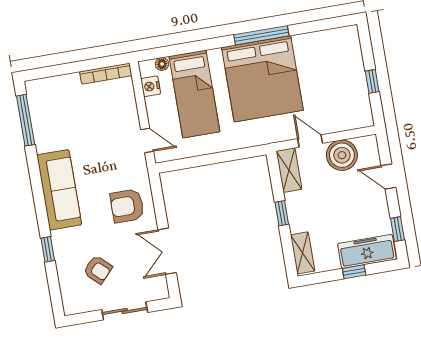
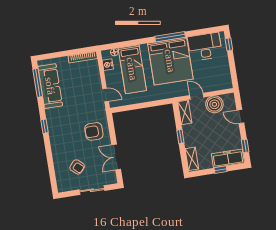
desk: (324, 52) -> (205, 47), added
window: (372, 81) -> (229, 44), moved
sofa: (59, 190) -> (50, 86), moved
window: (48, 249) -> (45, 126), moved

